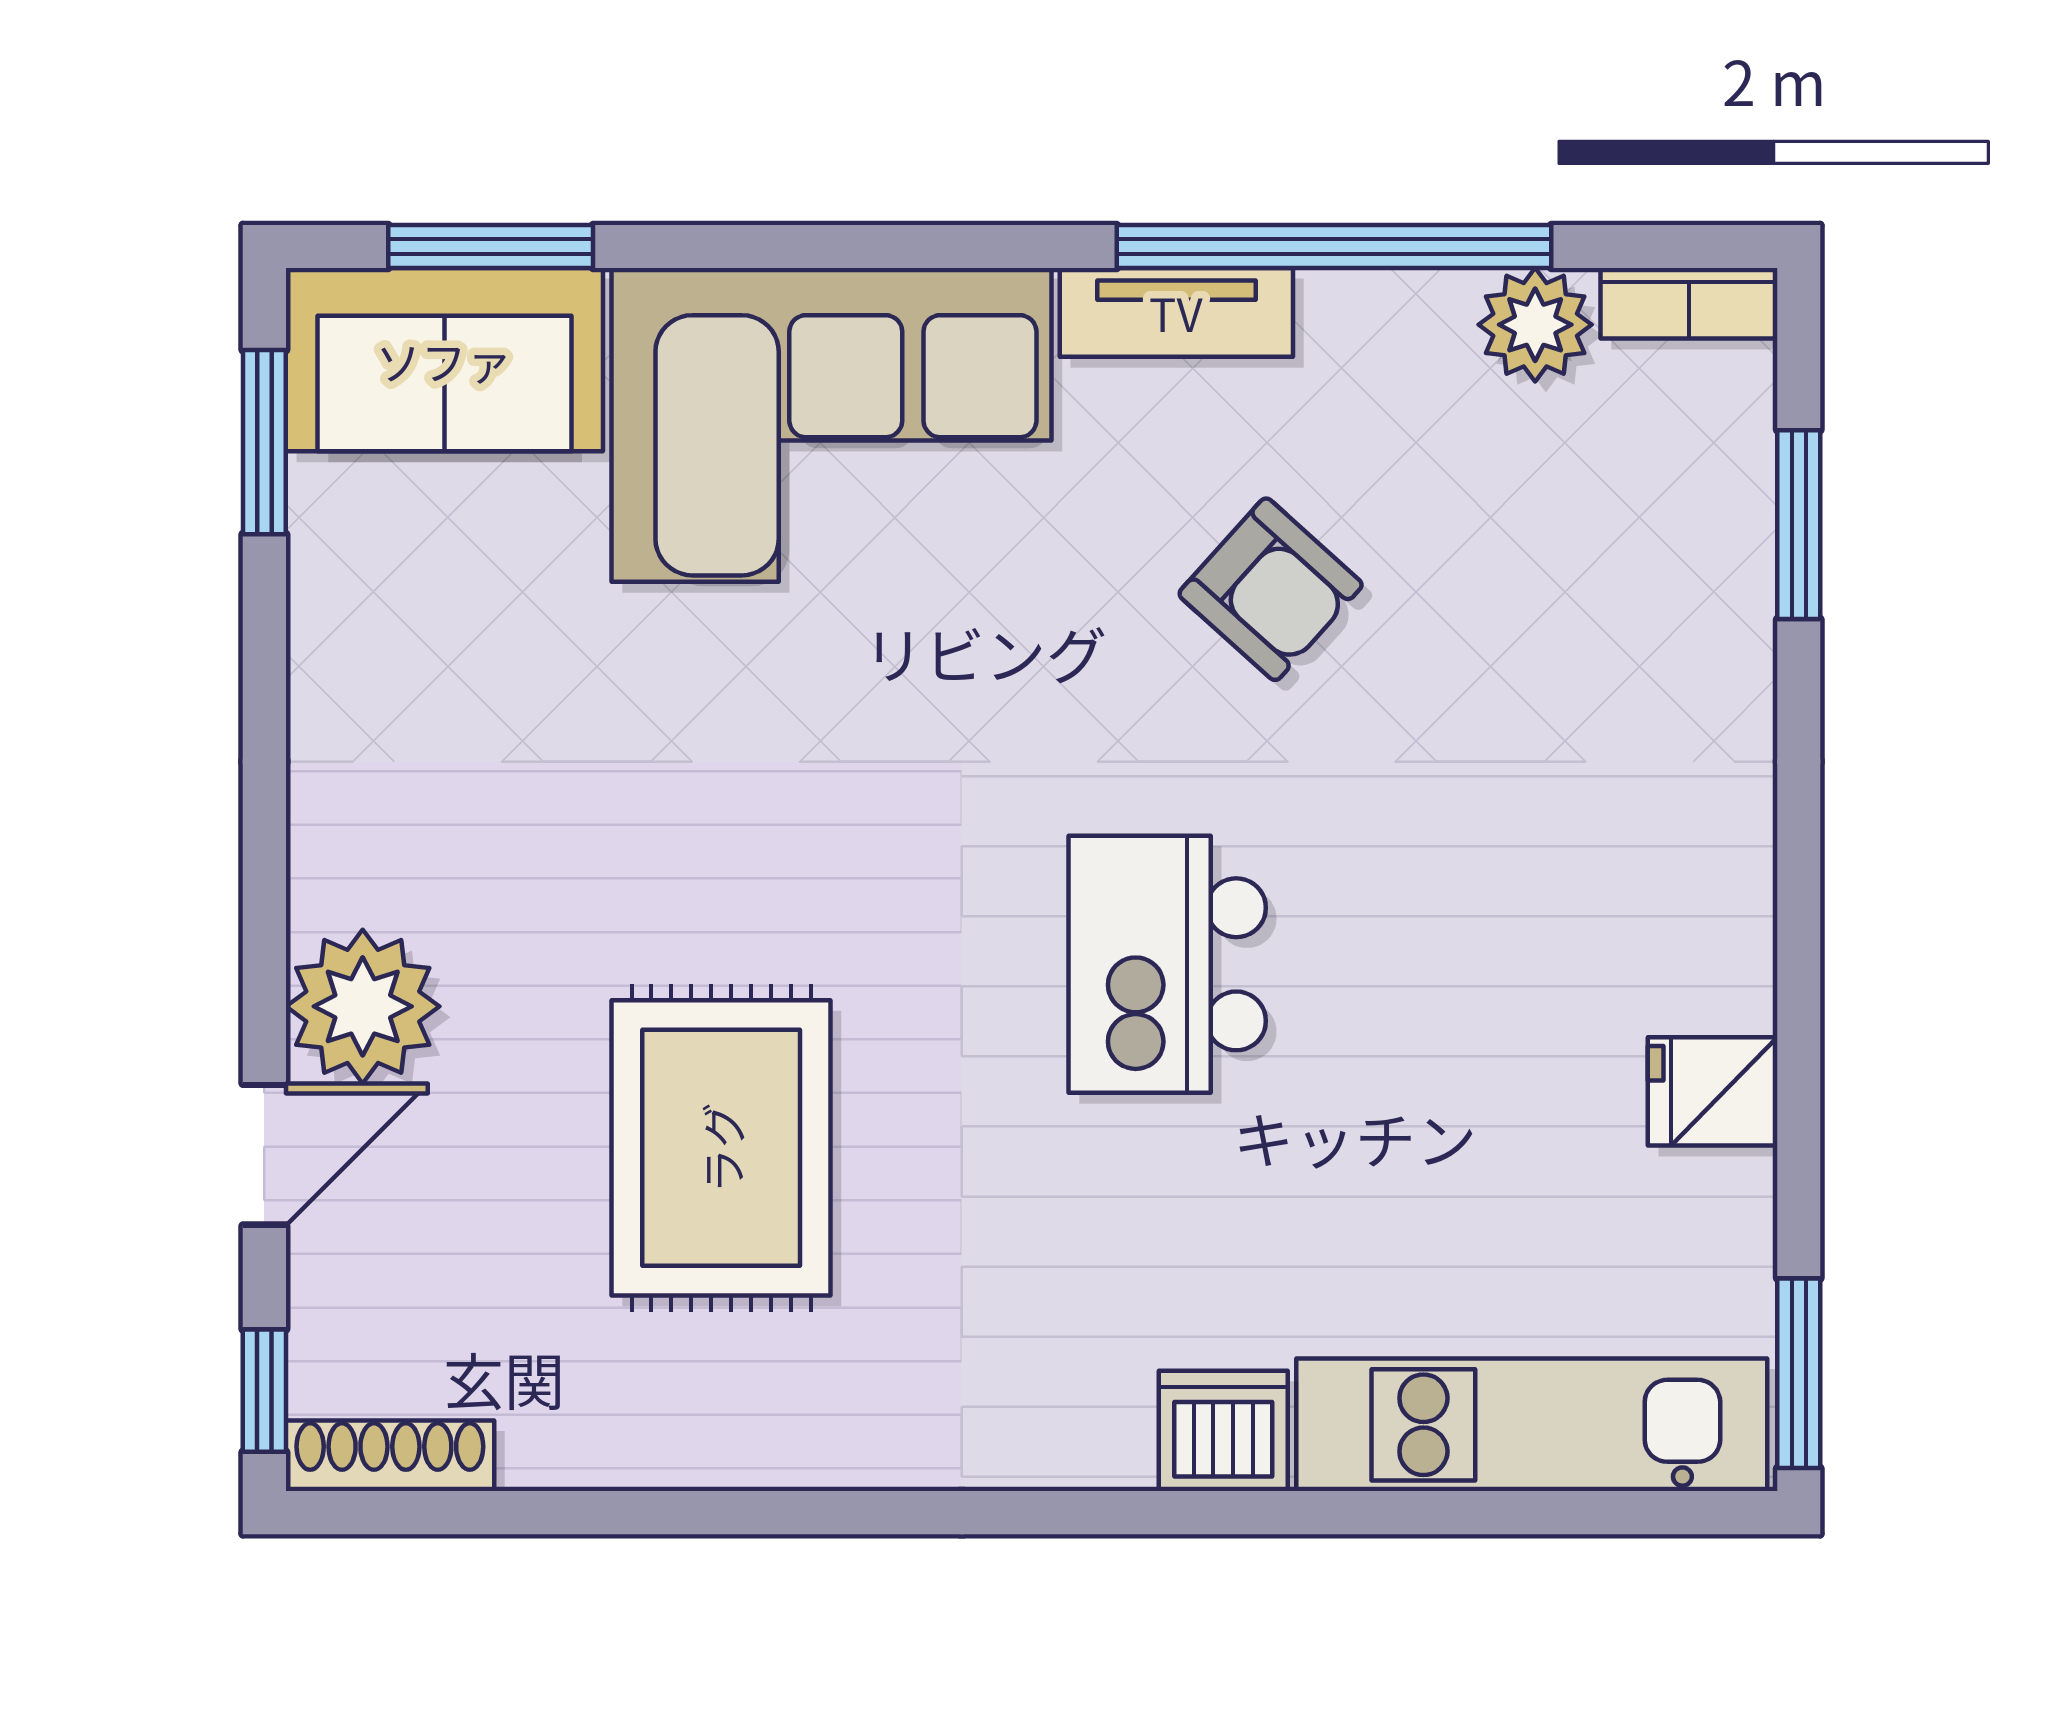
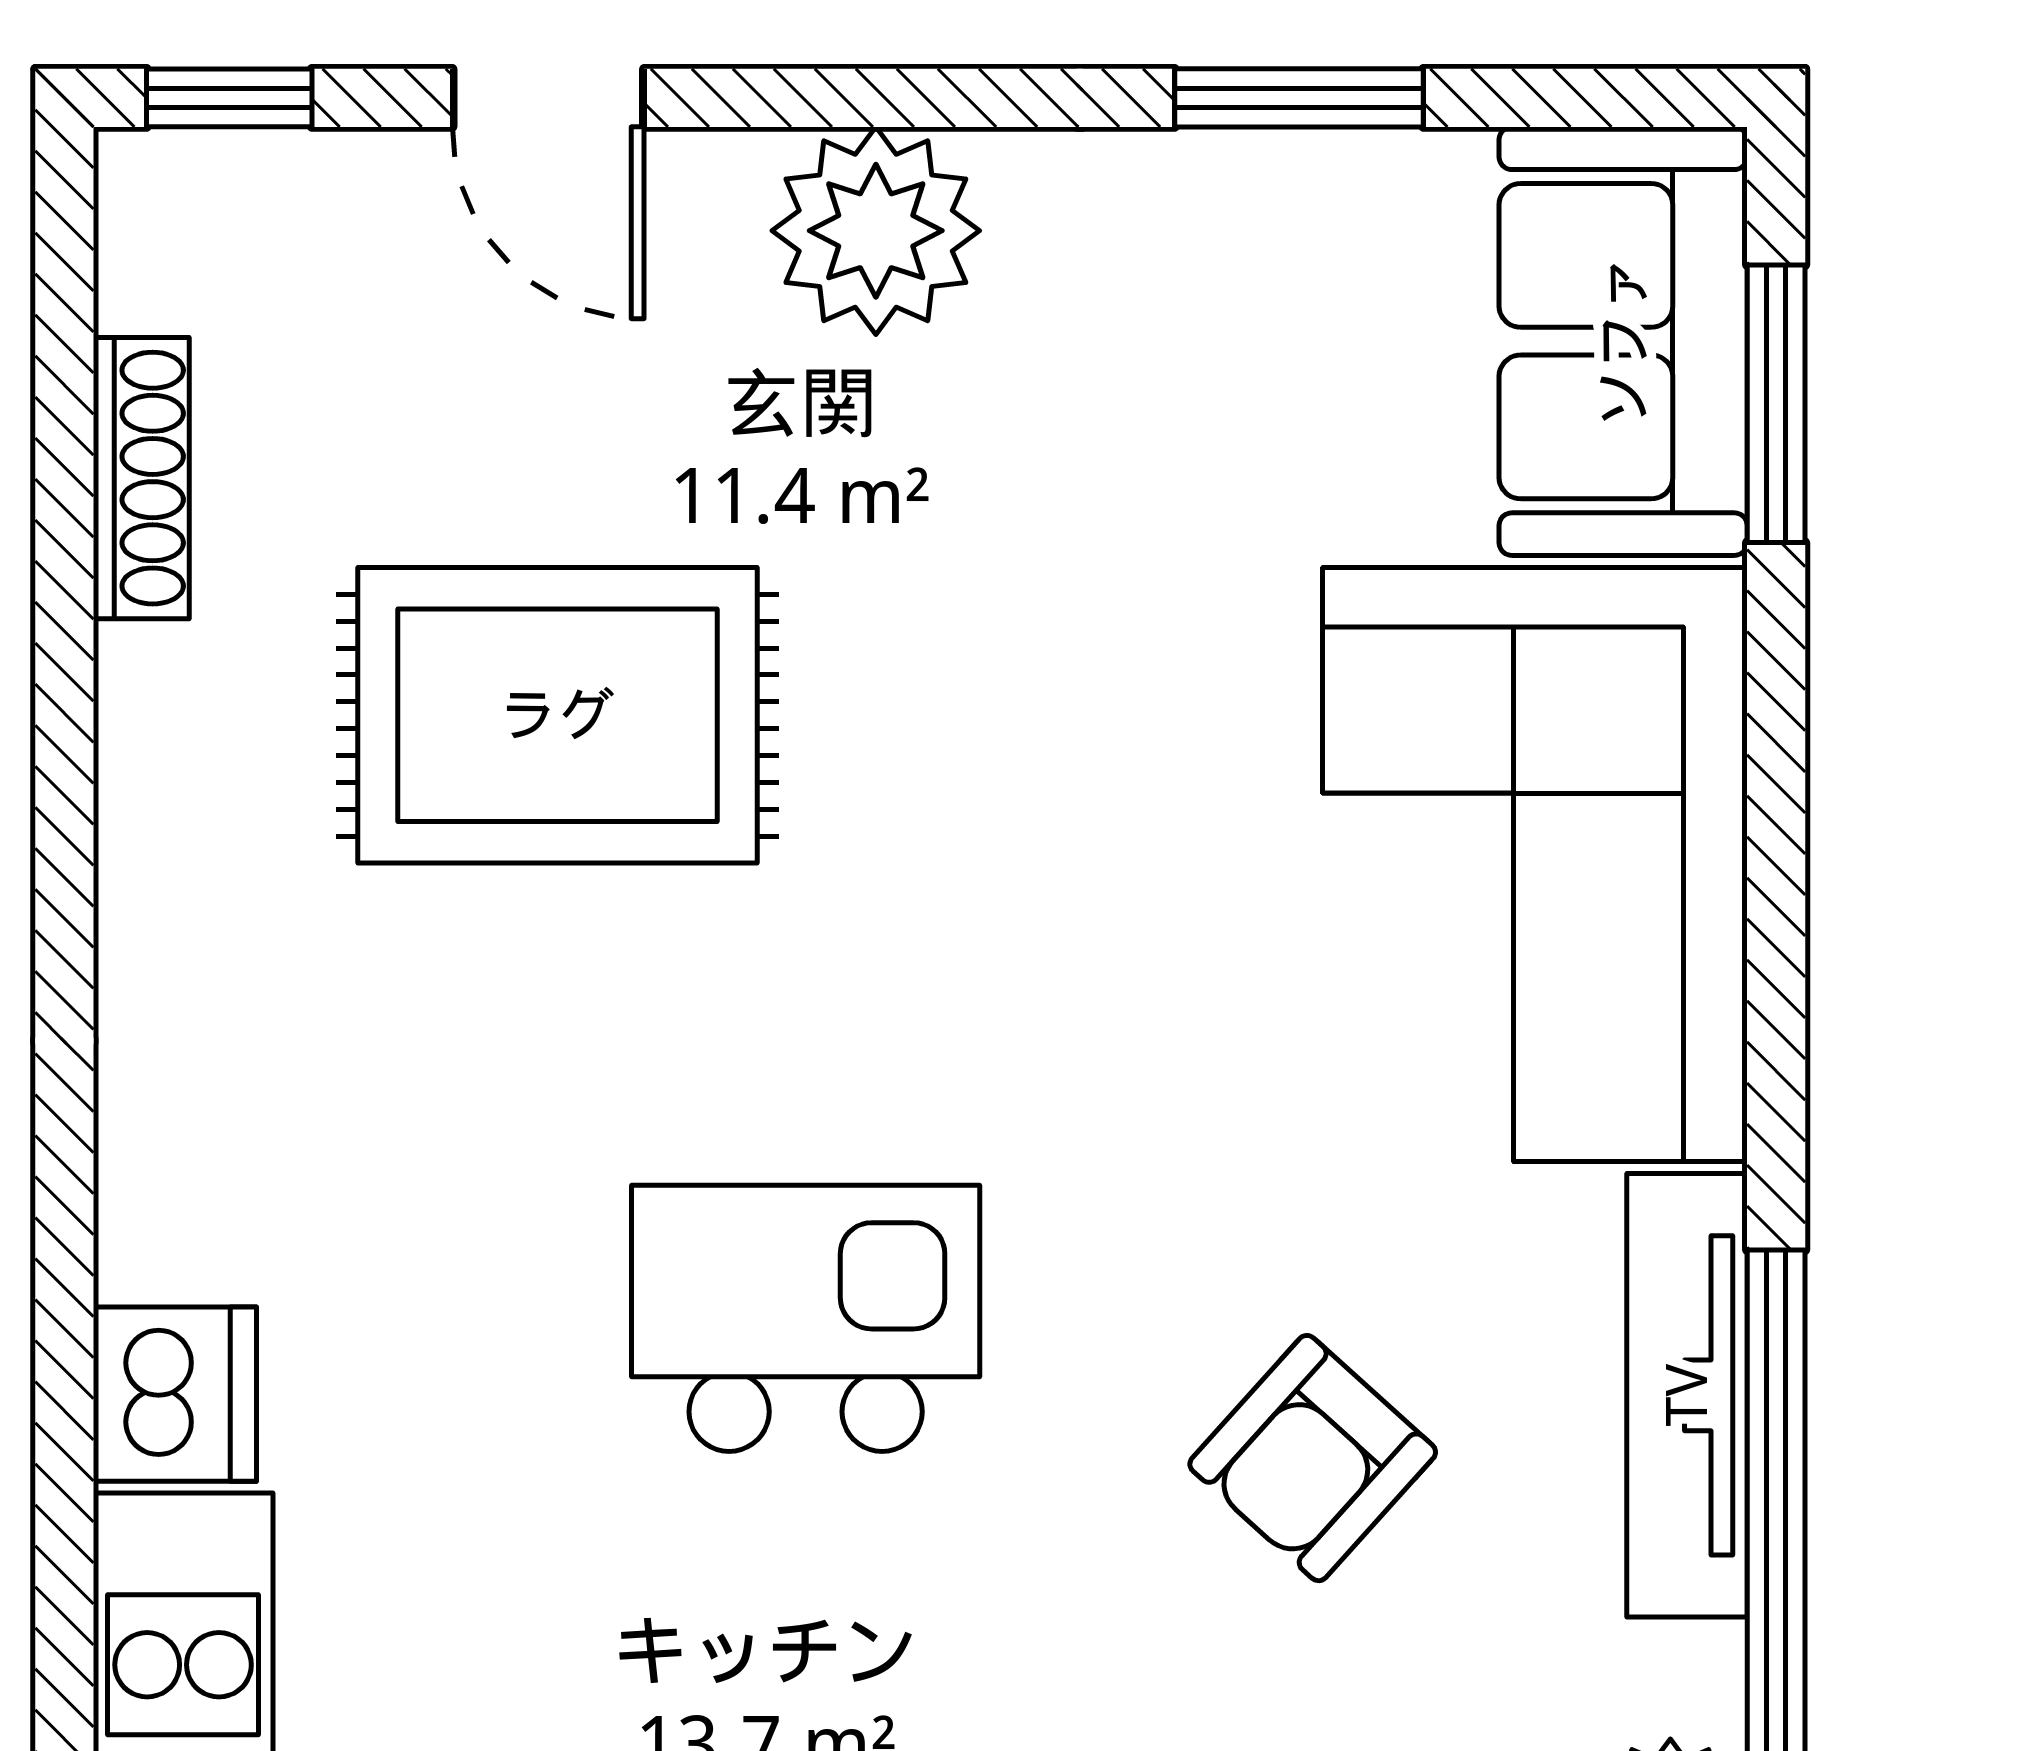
tv unit: (1176, 312) -> (1687, 1395), width x1.41
window: (264, 442) -> (1299, 98), moved
plant: (363, 1006) -> (876, 231), moved
shoe rack: (390, 1456) -> (141, 478), moved

